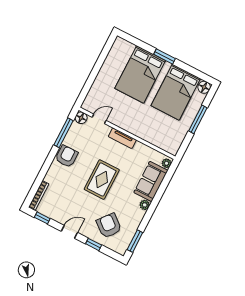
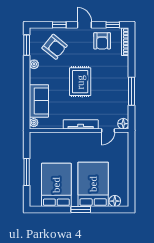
floor lamp: (204, 87) -> (115, 201), moved
window: (63, 133) -> (131, 91), moved
tv unit: (122, 138) -> (81, 124), width x1.41
armchair: (67, 156) -> (102, 41), moved
plant: (145, 205) -> (34, 64), moved
door: (69, 232) -> (84, 25), swing flipped

